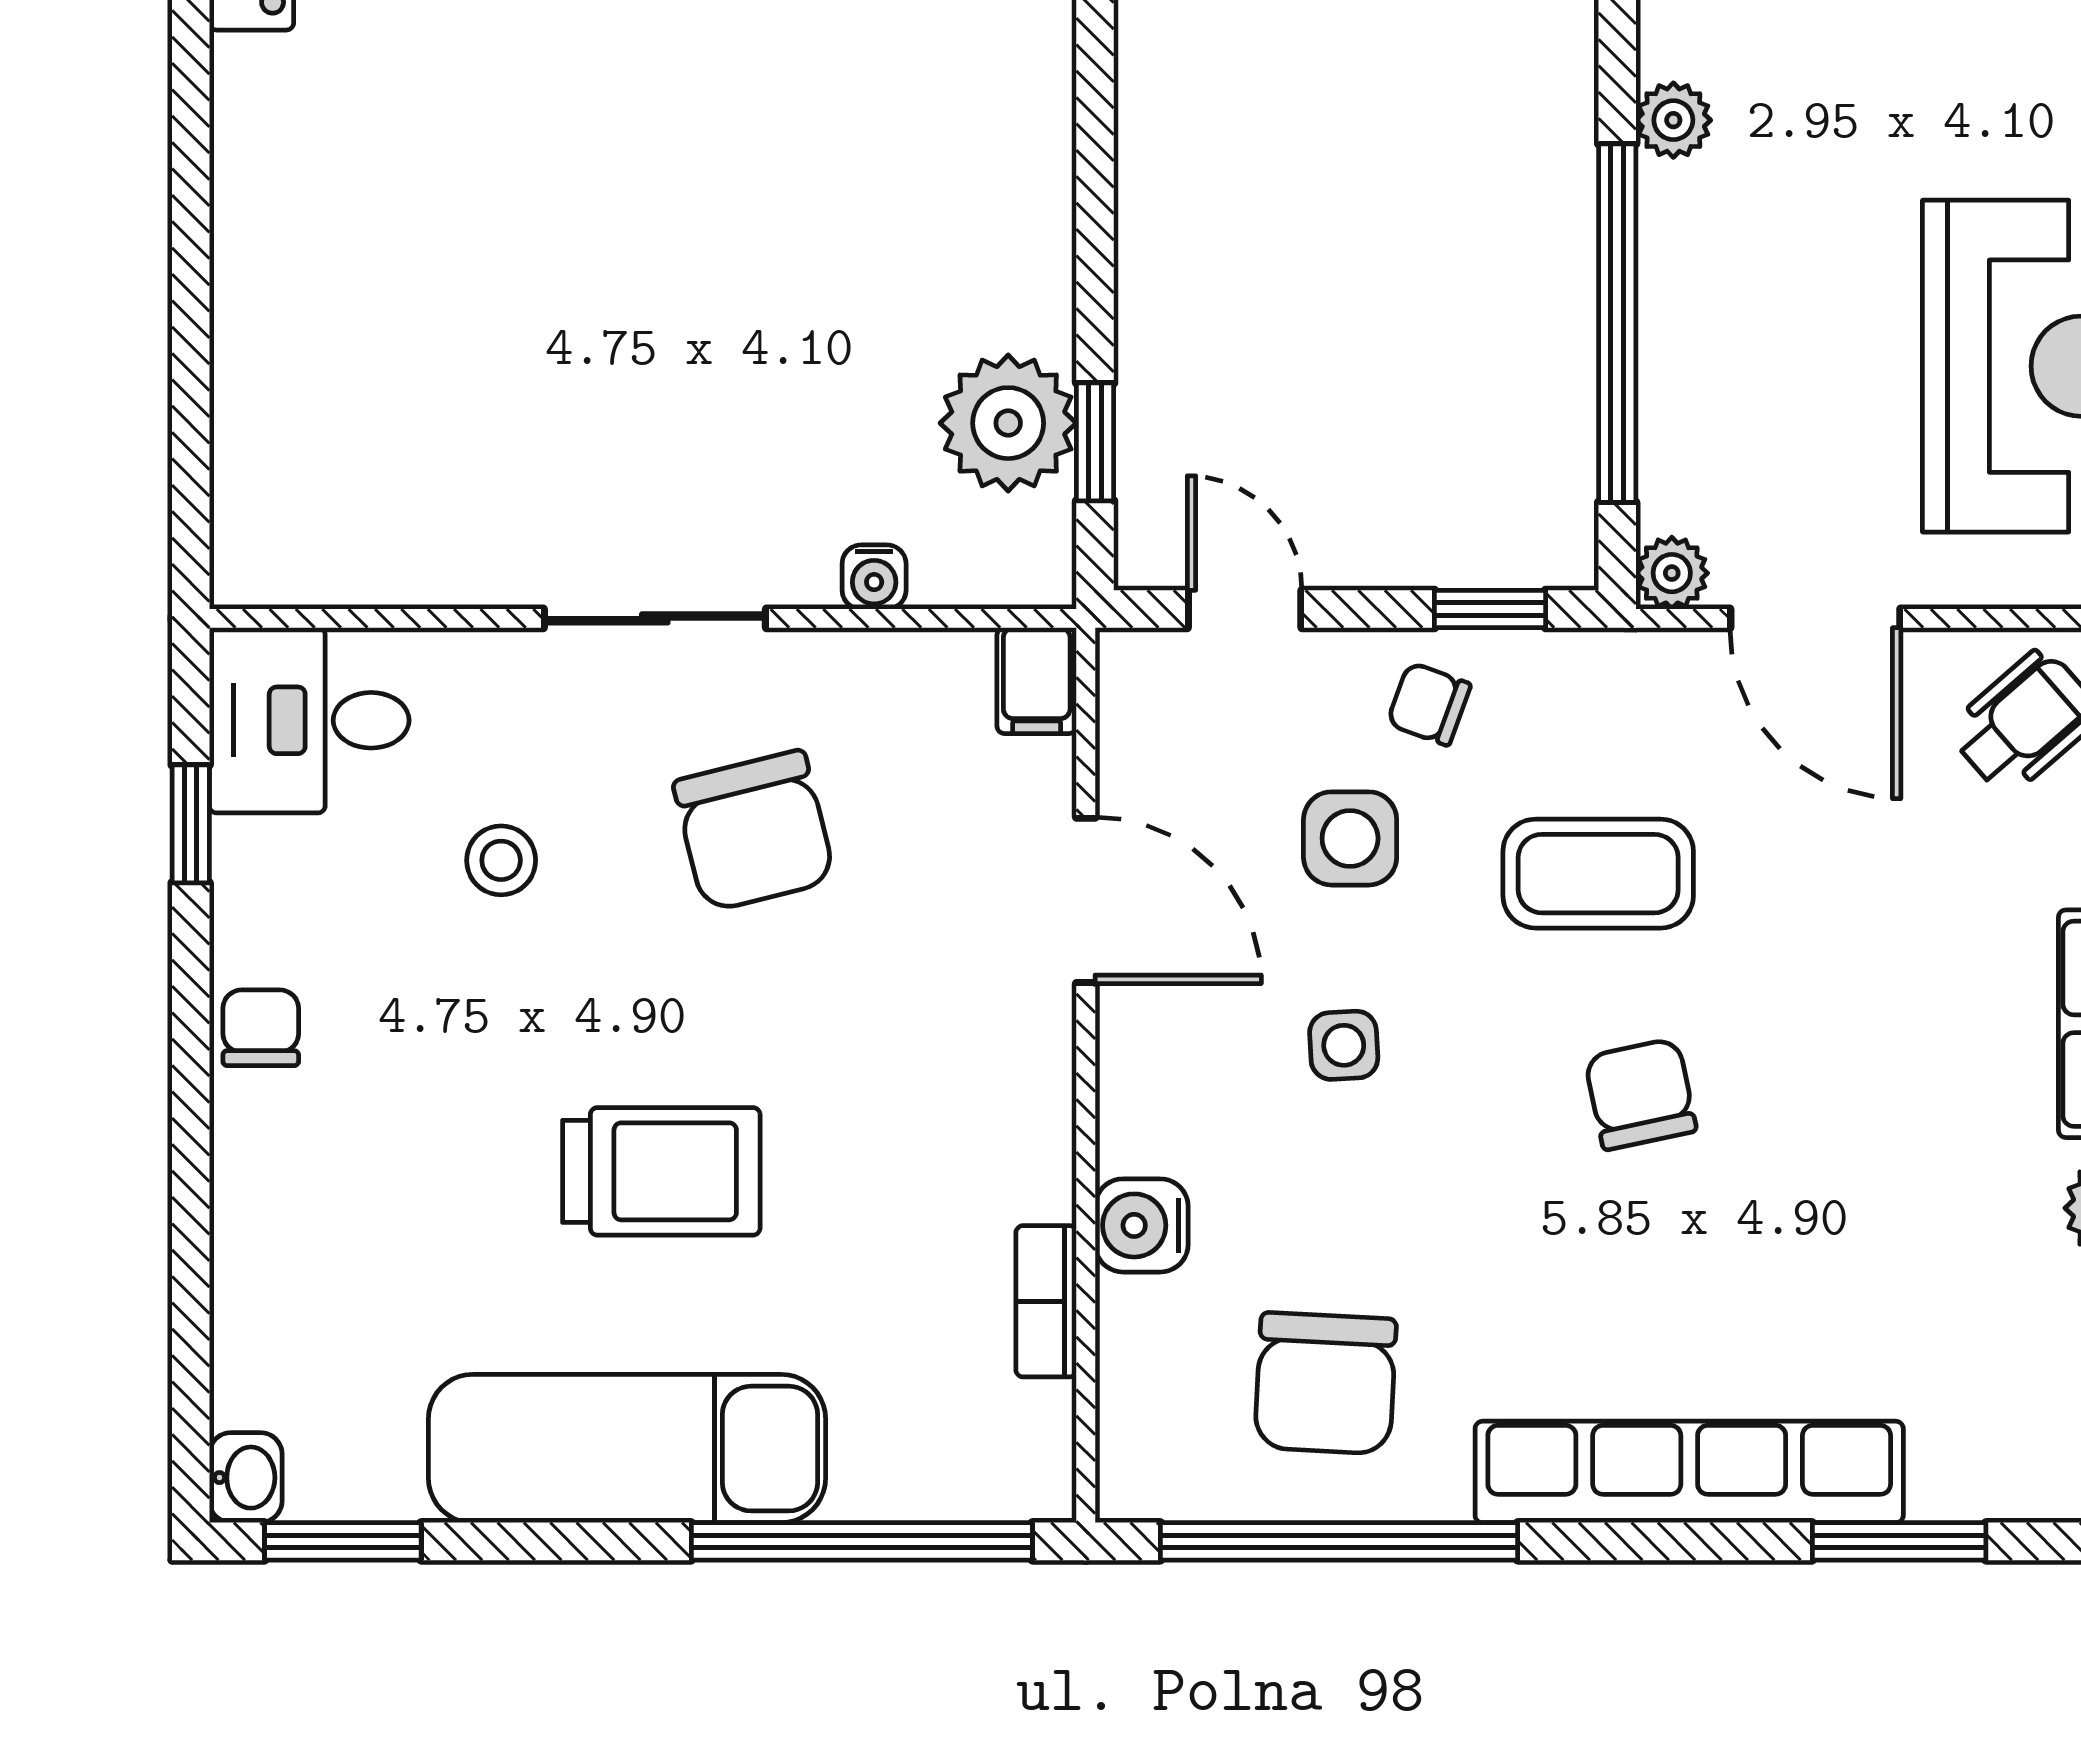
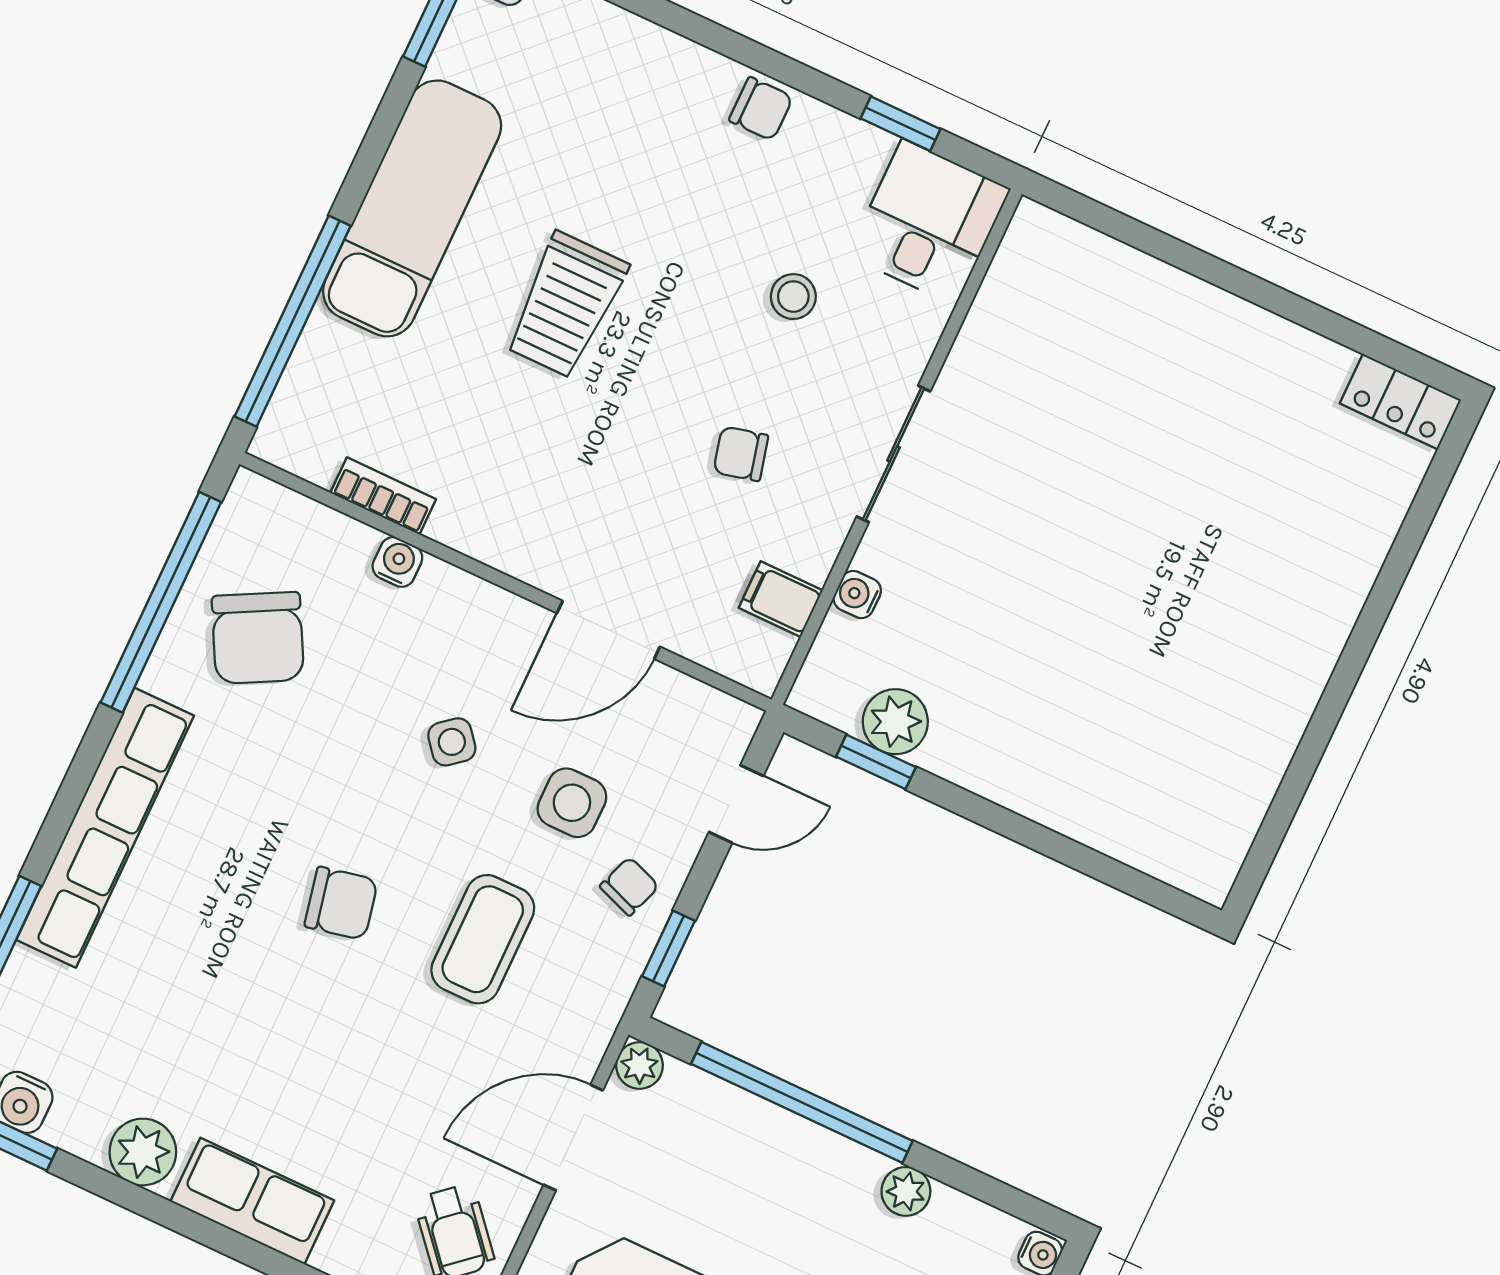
plant: (1008, 423) -> (895, 722), width x0.73, depth x0.73
filing cabinet: (1037, 681) -> (781, 599), moved
chair: (754, 831) -> (741, 454), width x0.54, depth x0.54
side table: (1344, 1045) -> (452, 742), turned -36
water cooler: (1142, 1225) -> (397, 562), width x0.72, depth x0.72
chair: (1325, 1383) -> (258, 638), turned -121

